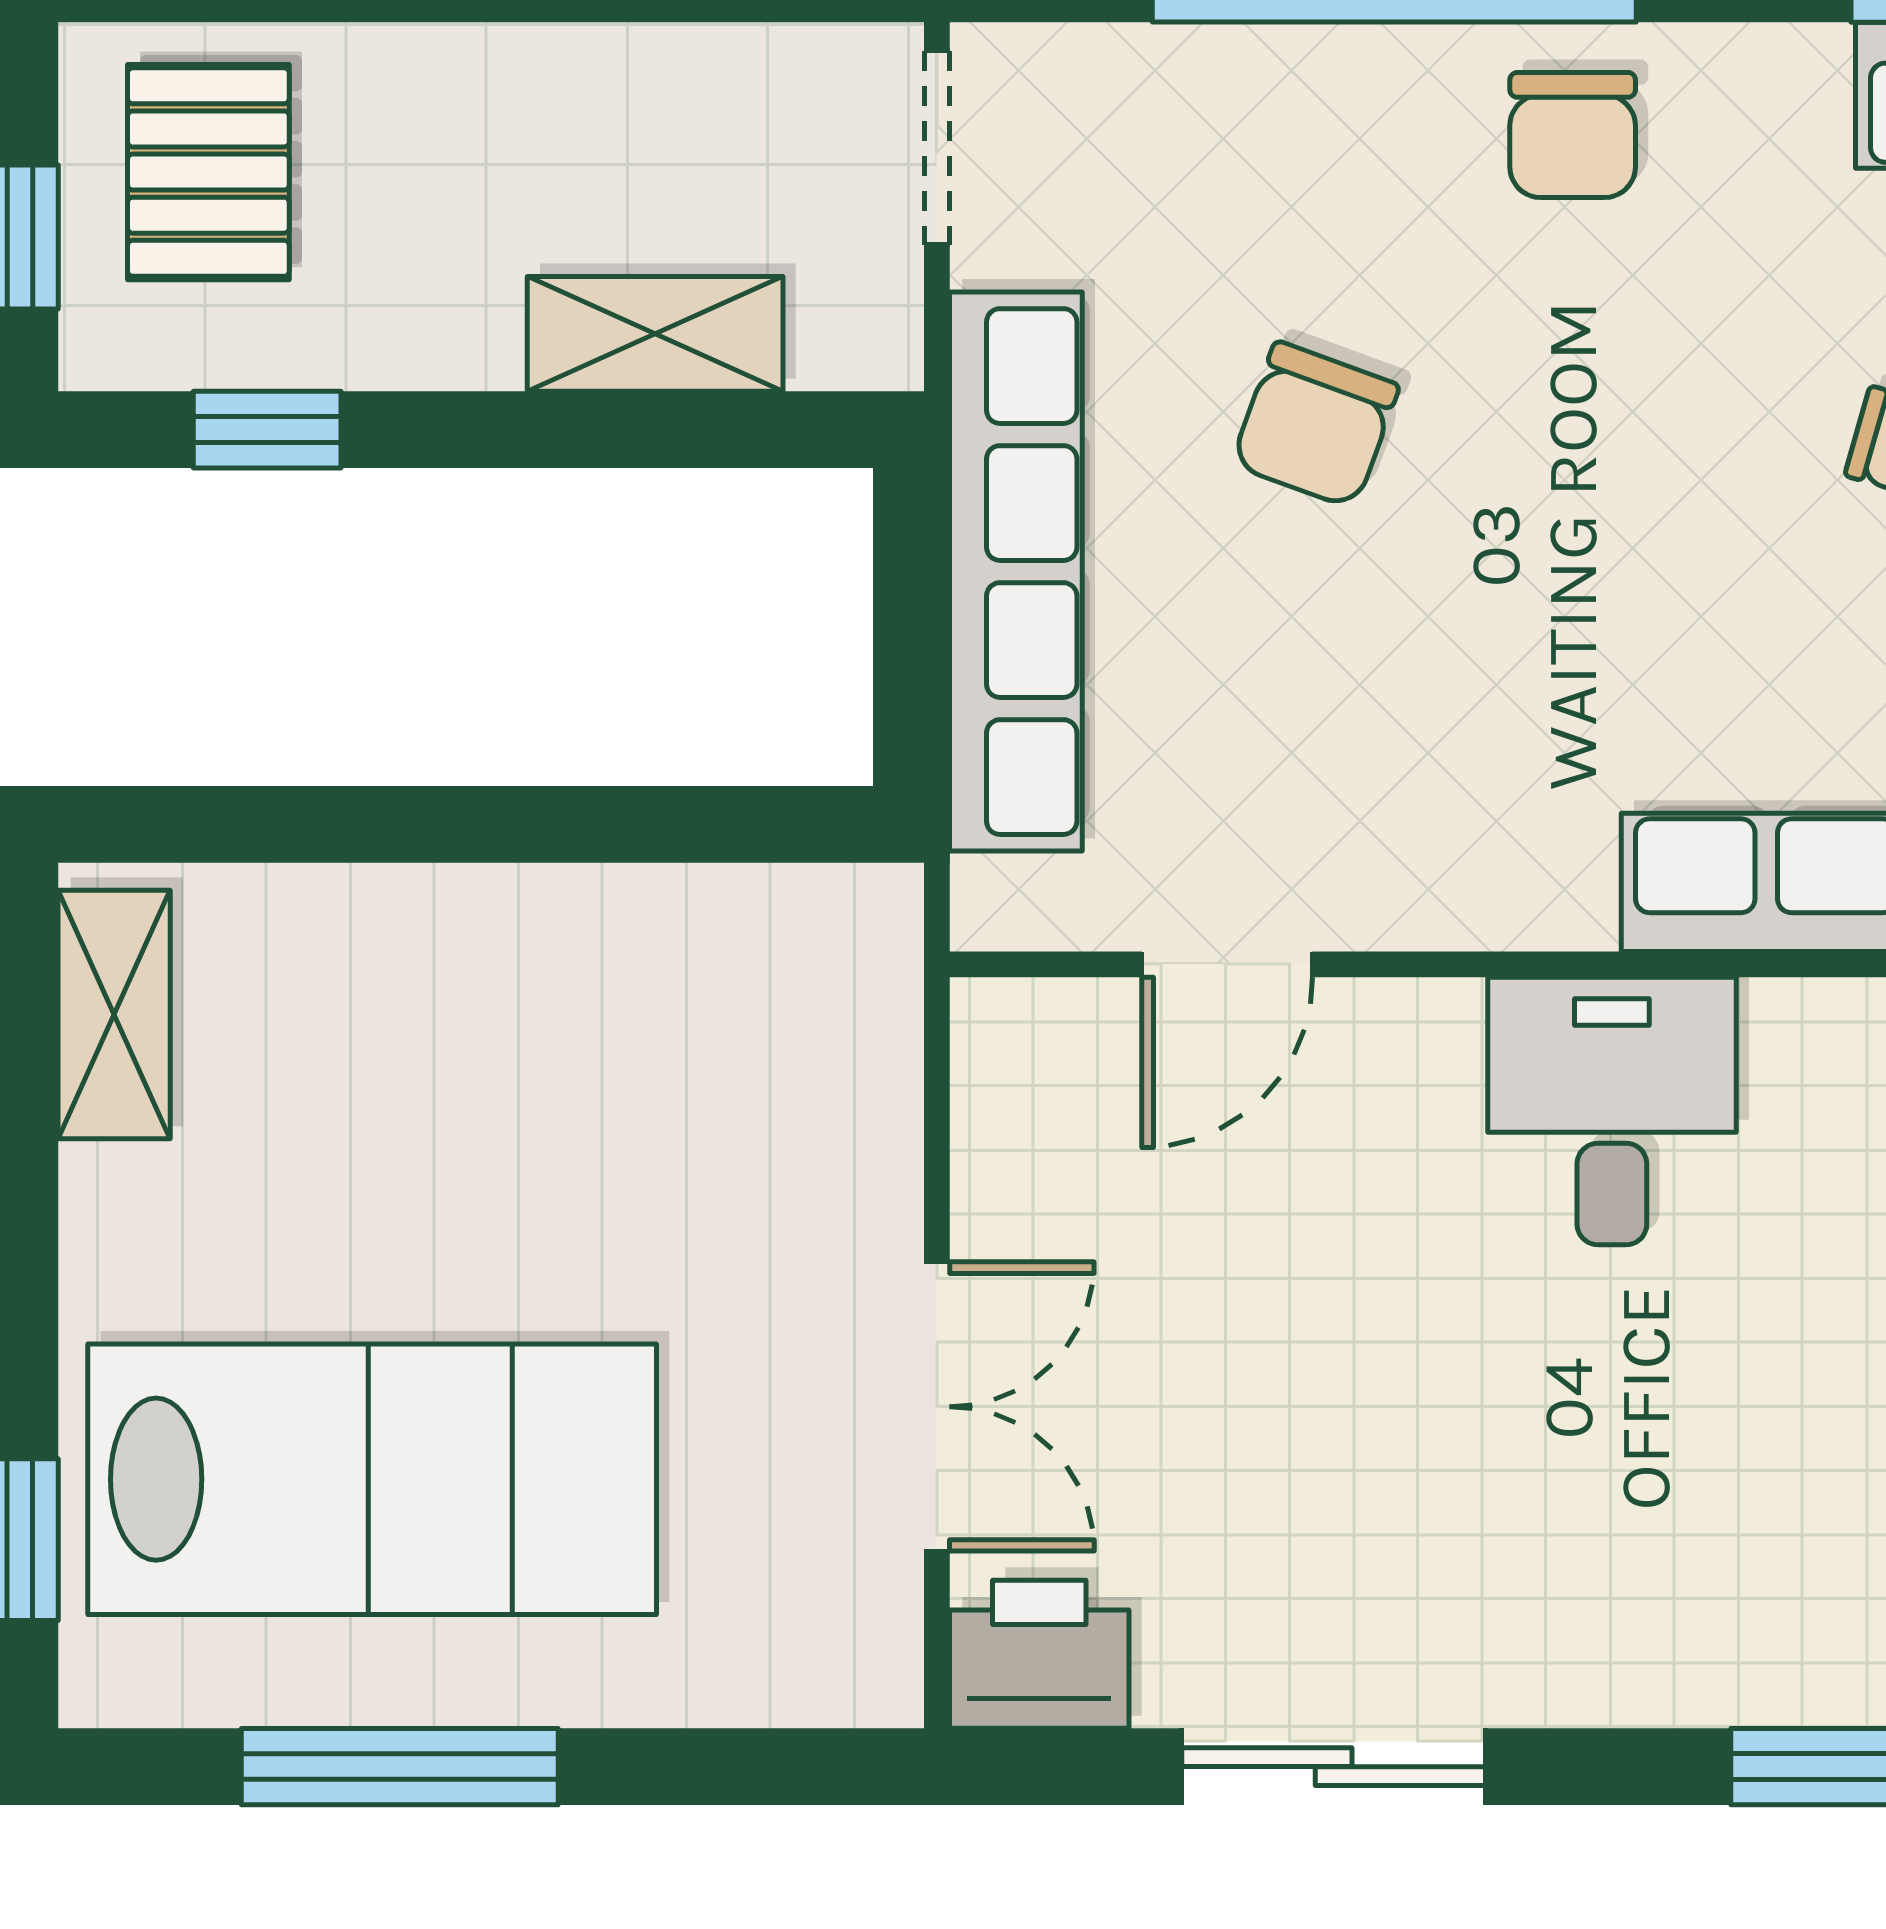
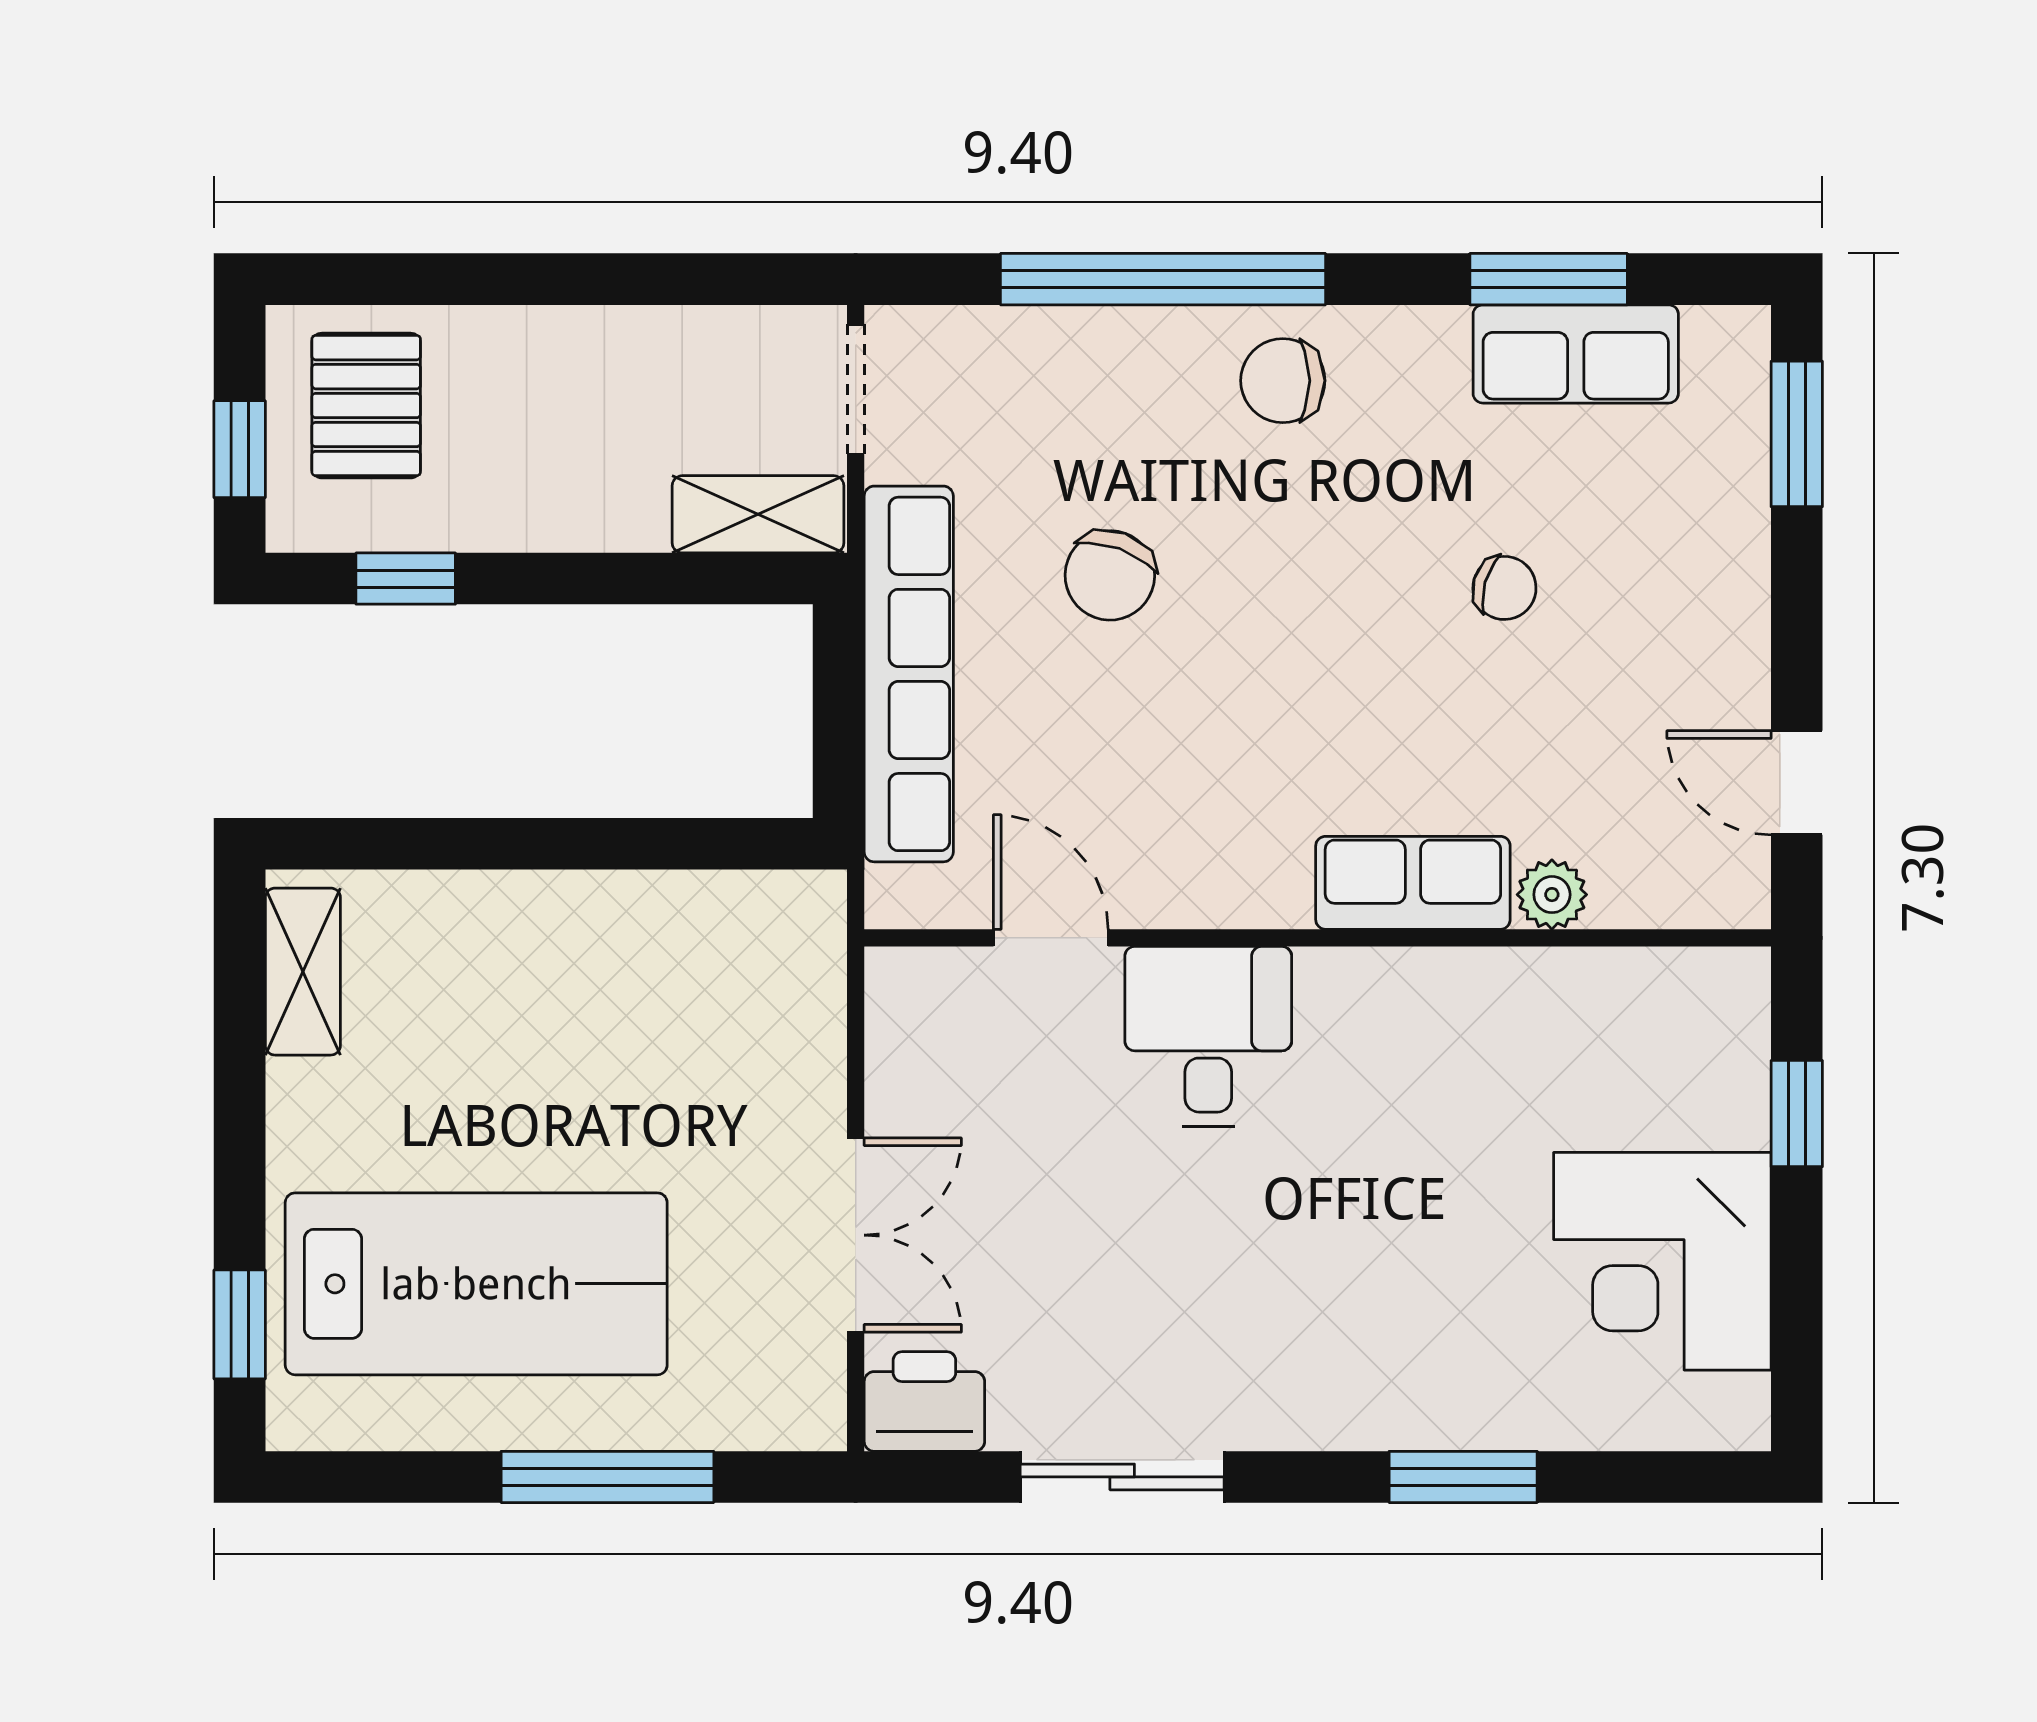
chair: (1573, 135) -> (1283, 381), turned 90
shelving: (655, 334) -> (758, 514), moved
door: (1227, 964) -> (1051, 938), swing flipped
desk: (1612, 1111) -> (1208, 1036), moved
window: (400, 1767) -> (607, 1477), moved

